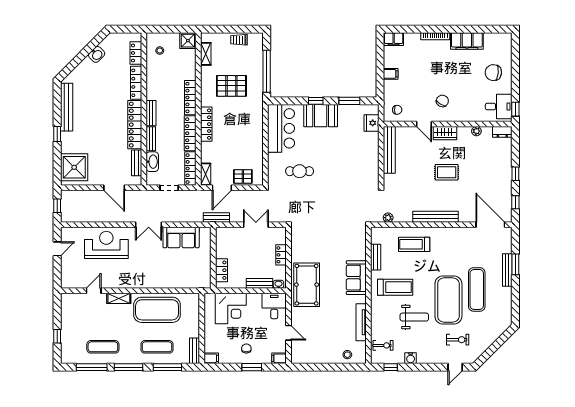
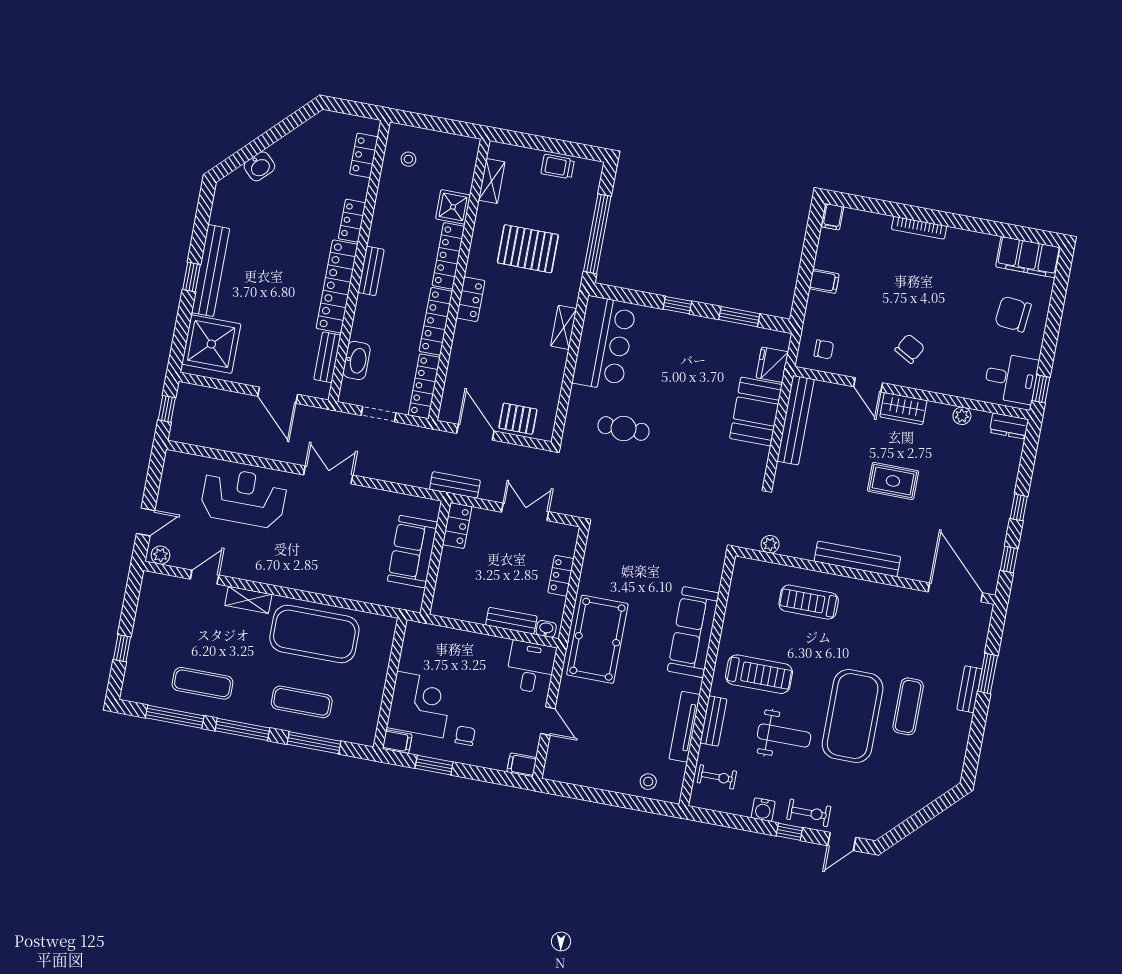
filing cabinet: (394, 39) -> (833, 217), width x0.50
shower: (188, 41) -> (453, 207), moved
filing cabinet: (467, 41) -> (1028, 257), moved
washbasin: (97, 54) -> (259, 166), moved
locker: (136, 83) -> (352, 221), width x0.66
bench: (67, 107) -> (211, 271), moved
booth: (321, 116) -> (756, 411), moved, turned 90
locker: (206, 124) -> (471, 299), width x0.66
bench: (151, 139) -> (362, 318), removed
shelving: (206, 174) -> (564, 327), moved
door: (222, 188) -> (475, 432), swing flipped
double door: (149, 225) -> (328, 475), swing flipped
sofa: (181, 237) -> (413, 552), moved, turned 90
door: (57, 249) -> (146, 522), moved
bench: (376, 257) -> (713, 721), moved
locker: (221, 270) -> (457, 526), moved
bench: (507, 270) -> (969, 689), width x0.73
sofa: (356, 278) -> (693, 632), width x1.36
plant: (68, 283) -> (161, 555), added
exercise mat: (477, 289) -> (908, 706), width x0.73, depth x0.69
corner desk: (231, 308) -> (420, 704), moved, turned -90
exercise bike: (458, 340) -> (809, 813), moved
bench: (195, 351) -> (369, 722), removed
window: (252, 367) -> (434, 765), moved
window: (391, 367) -> (789, 832), moved

